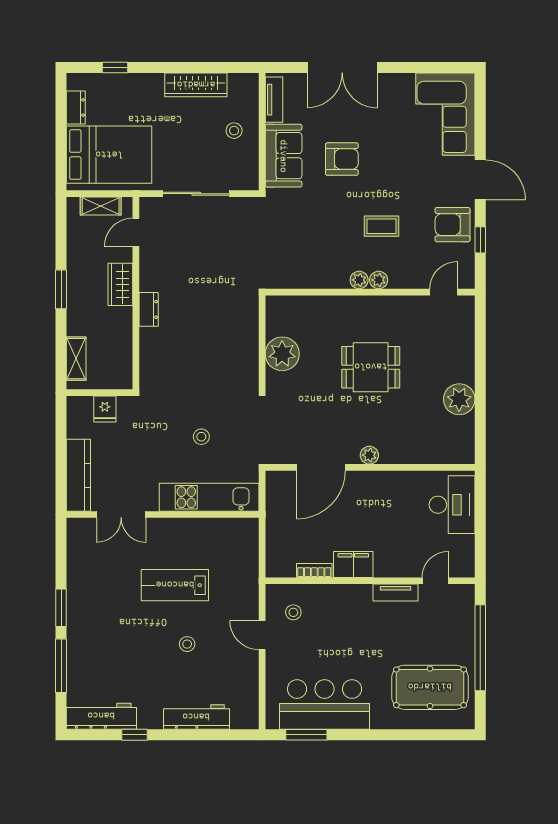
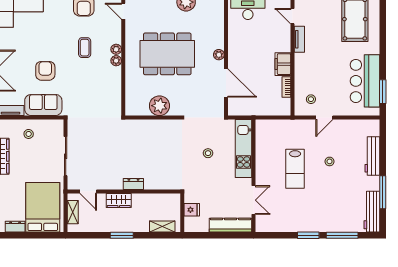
dining table: (371, 367) -> (167, 54), width x1.88, depth x1.24
window: (135, 735) -> (383, 192), width x2.17

